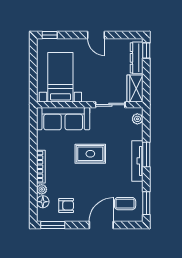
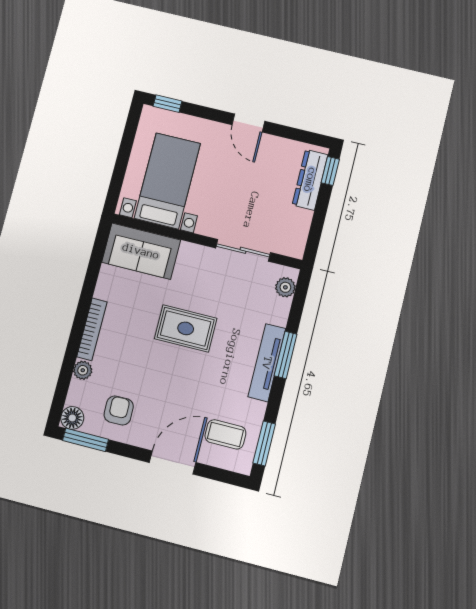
wardrobe: (135, 89) -> (294, 233), removed
sofa: (63, 119) -> (141, 251), width x0.73
floor lamp: (43, 202) -> (72, 418), moved
armchair: (66, 205) -> (119, 411), turned -91

